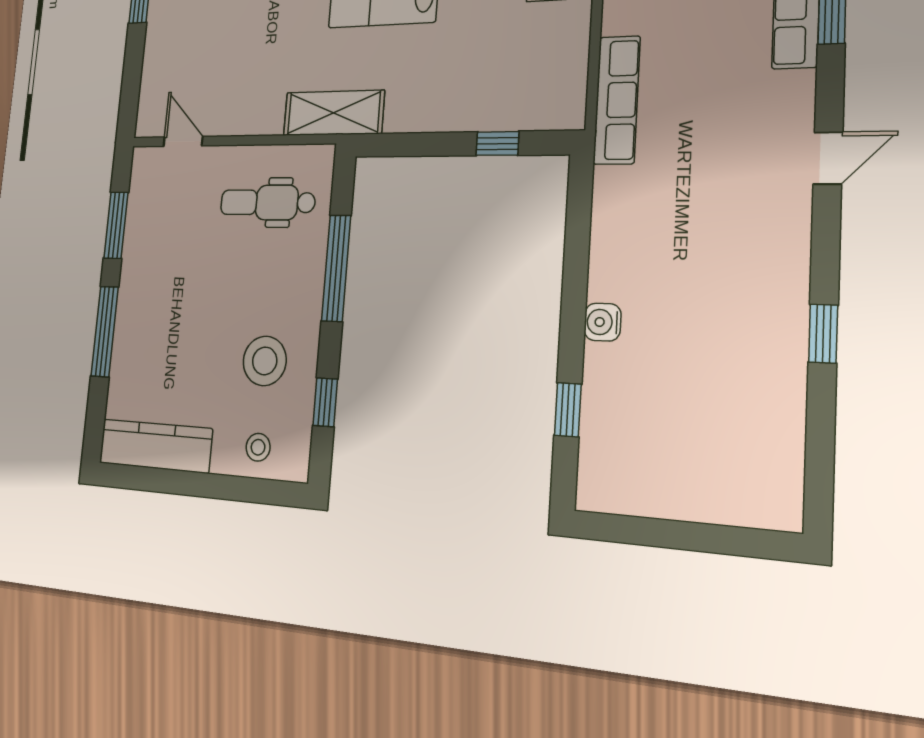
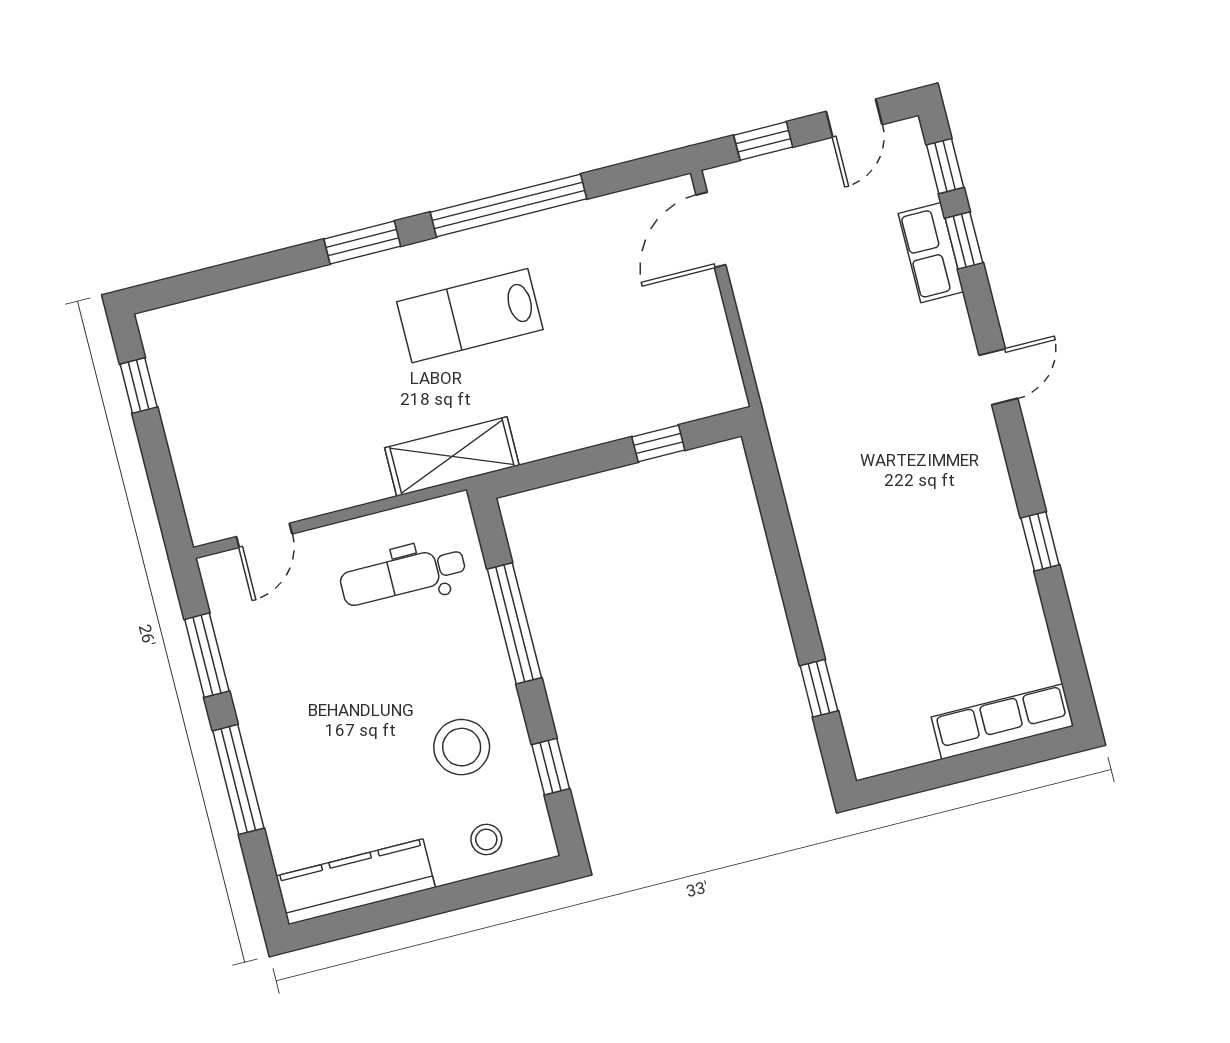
row of seats: (617, 100) -> (1002, 722), moved, turned -90
door: (183, 141) -> (264, 535), swing flipped
water cooler: (602, 322) -> (828, 593), removed

